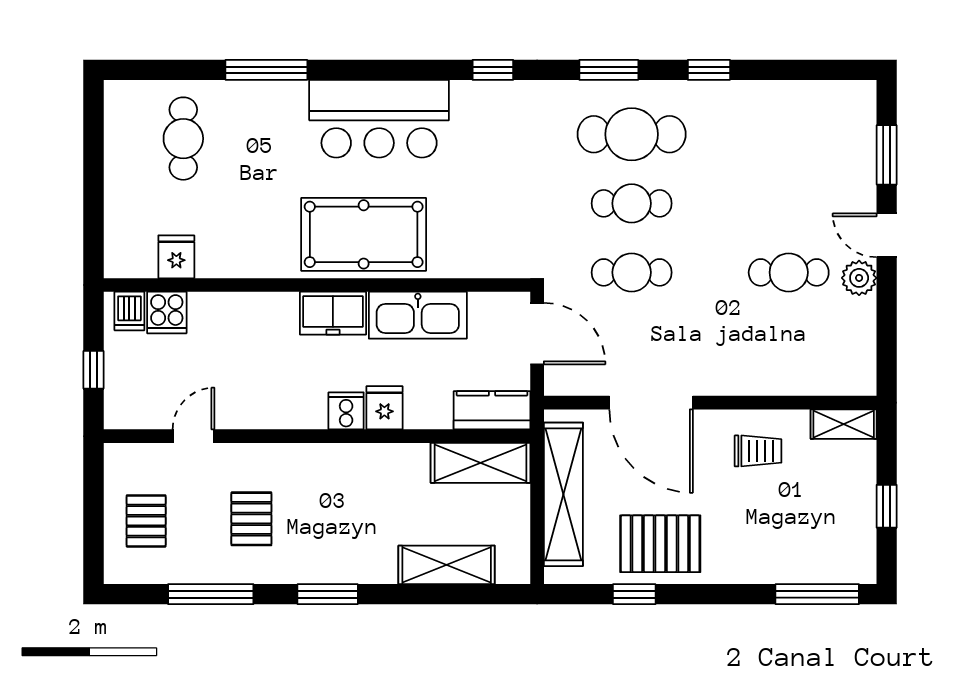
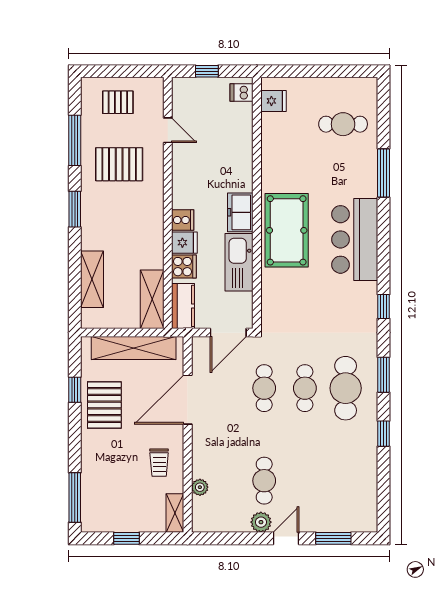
fridge: (176, 257) -> (273, 101), moved
cooker: (167, 313) -> (184, 267), moved, turned 180
plant: (800, 382) -> (200, 487), added
pallet: (251, 519) -> (119, 164), width x1.50, depth x1.42

